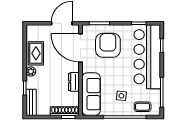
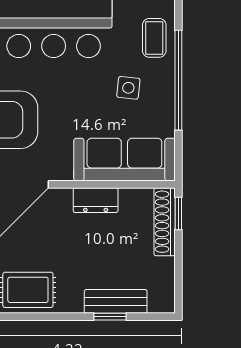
plant: (31, 71) -> (71, 302), removed
bench: (31, 102) -> (116, 301), moved

